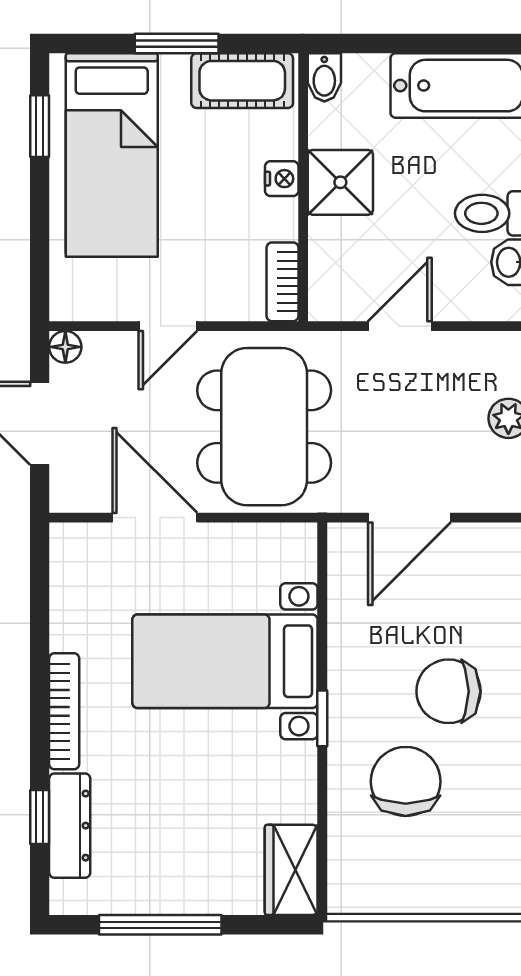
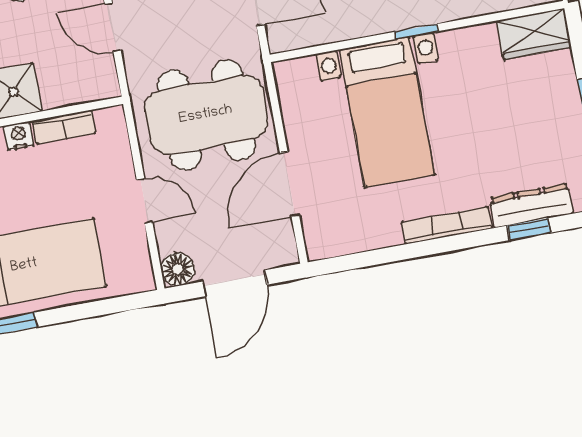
bookcase: (283, 282) -> (64, 127), moved
floor lamp: (65, 347) -> (178, 269), width x1.37, depth x1.37

